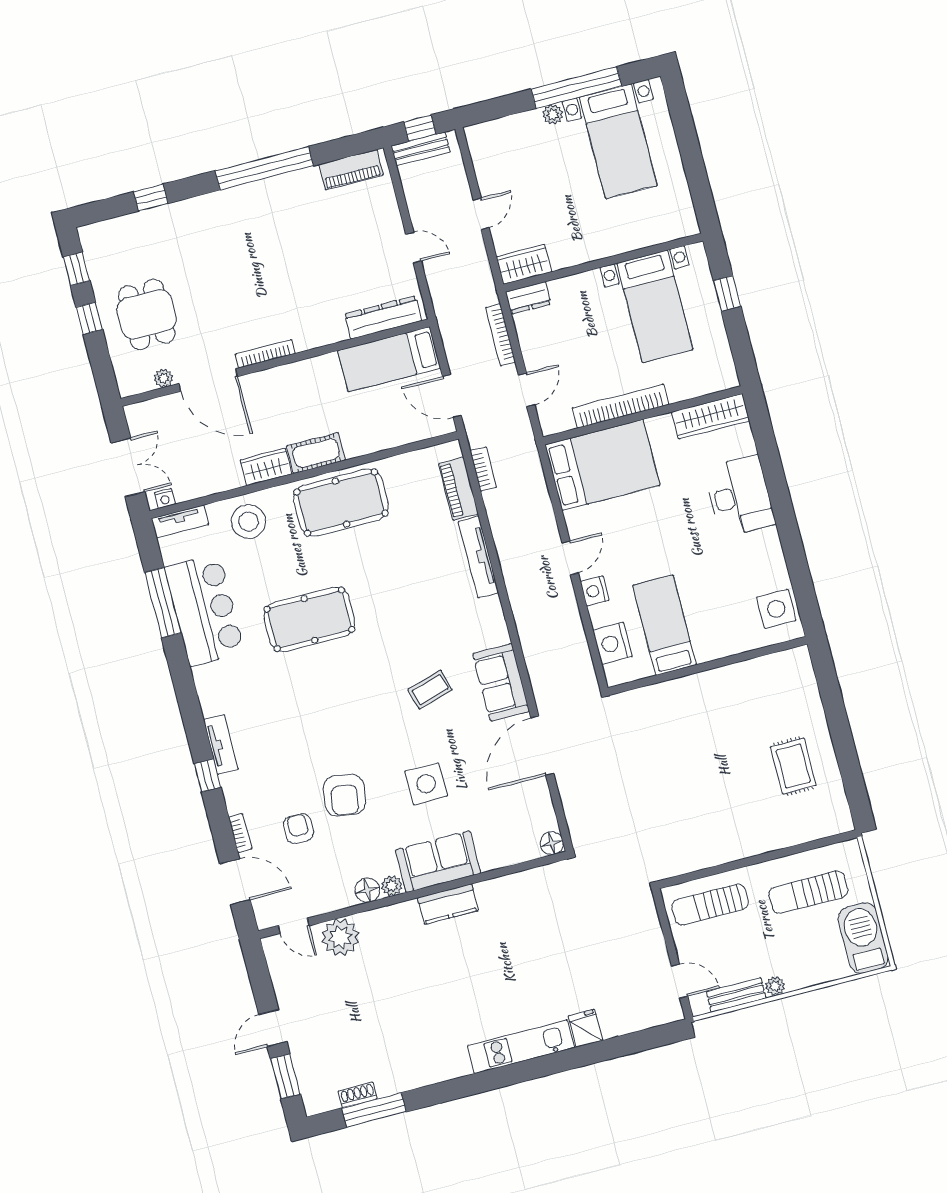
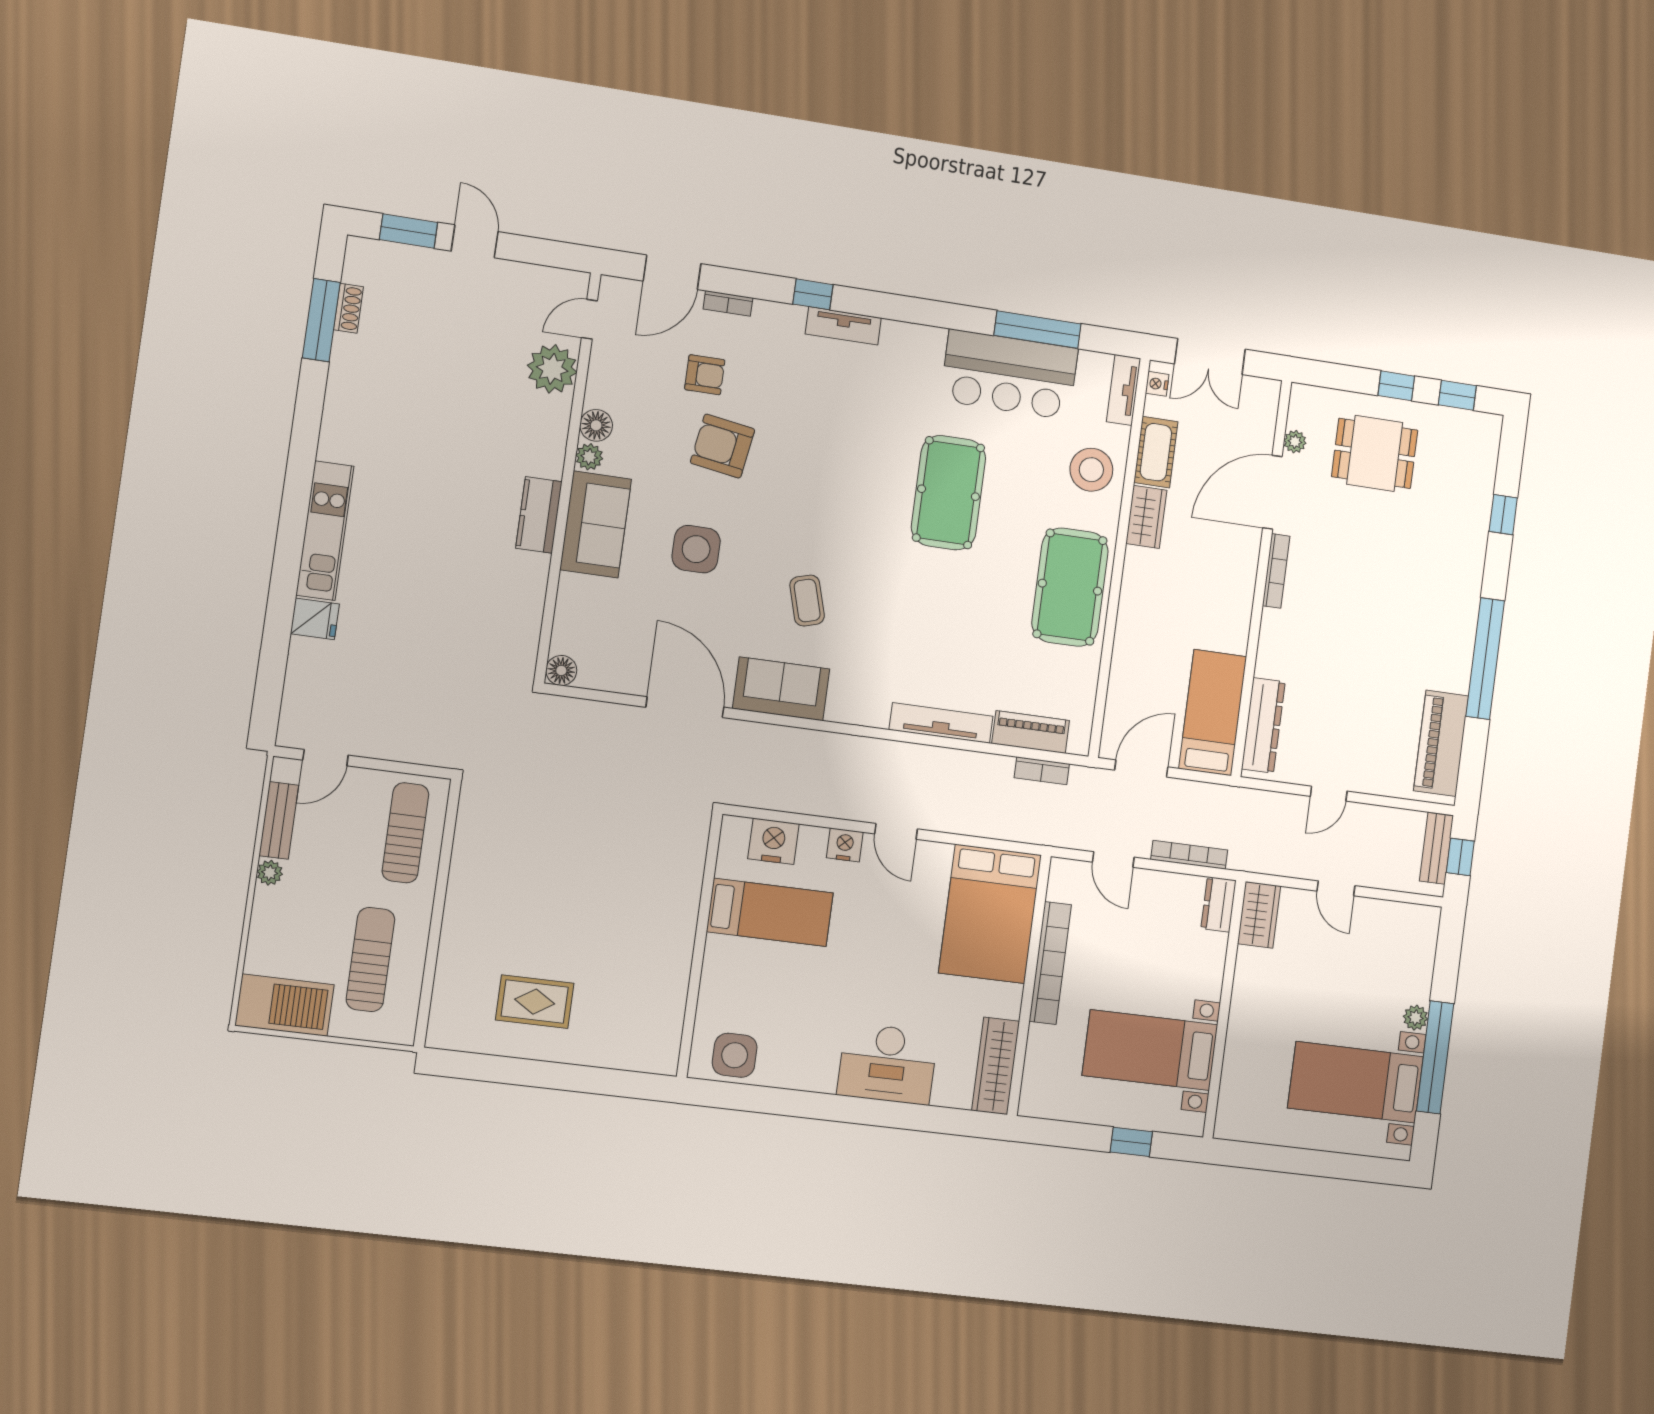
piano: (351, 170) -> (1441, 743), width x1.37, depth x1.33
cot: (316, 453) -> (1156, 452), moved

